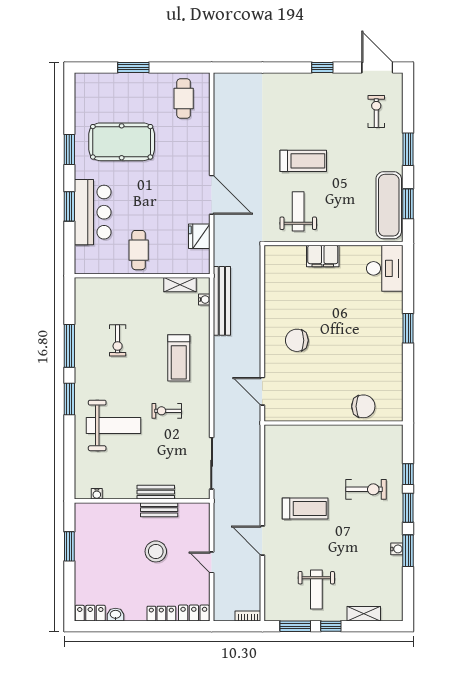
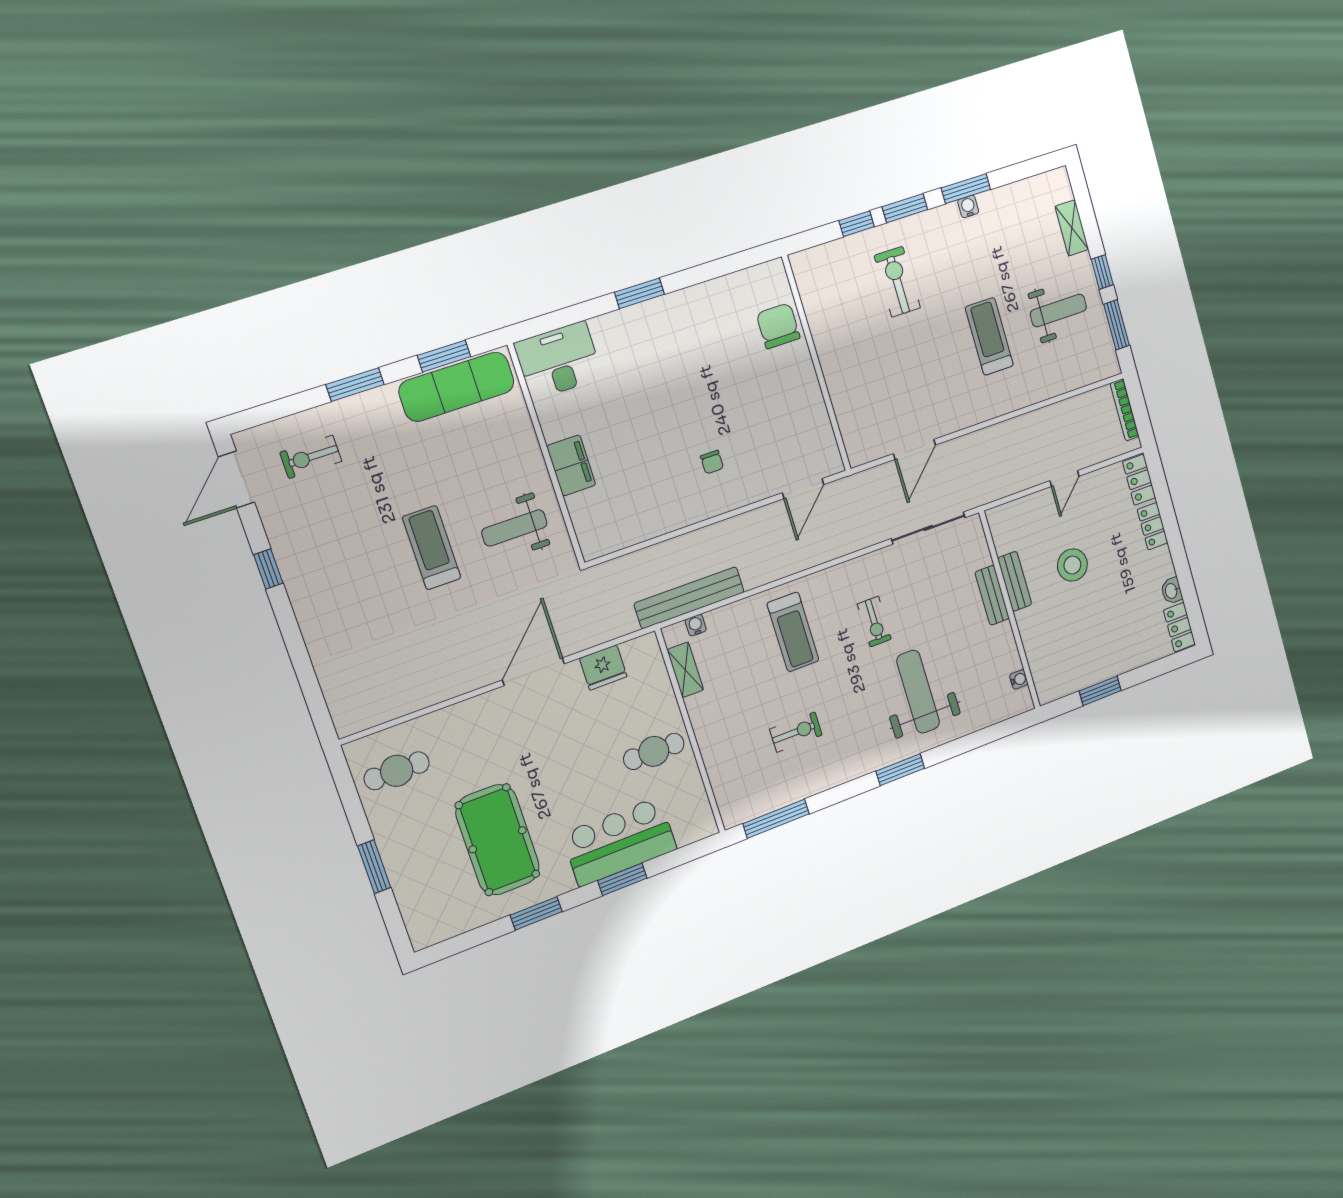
chair: (297, 340) -> (712, 462), width x0.54, depth x0.54
window: (69, 346) -> (776, 819), moved
treadmill: (179, 358) -> (793, 632), turned 90
treadmill: (305, 509) -> (989, 336), moved
door: (262, 541) -> (914, 449), moved
bookcase: (248, 616) -> (1125, 410), width x1.56

